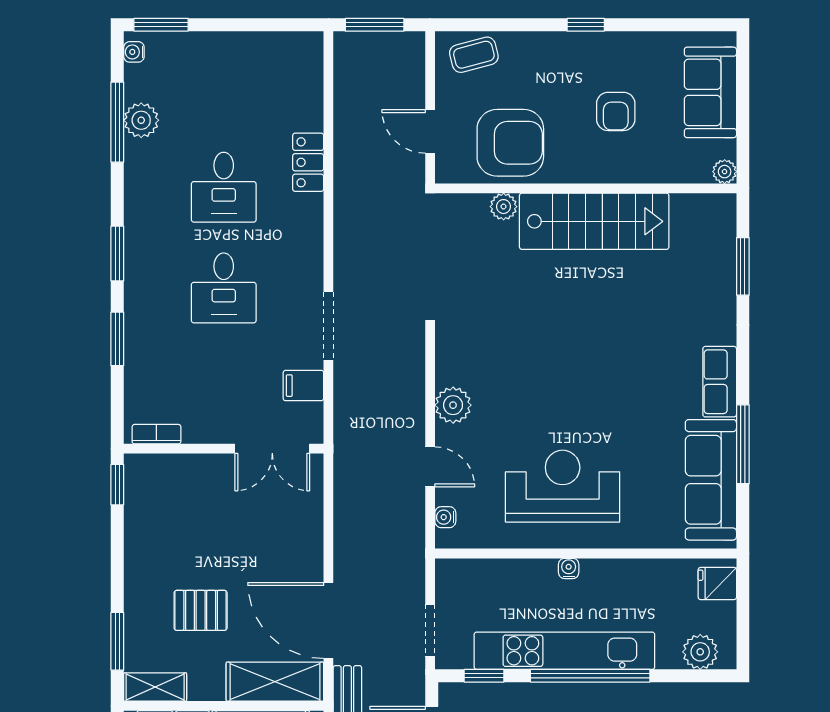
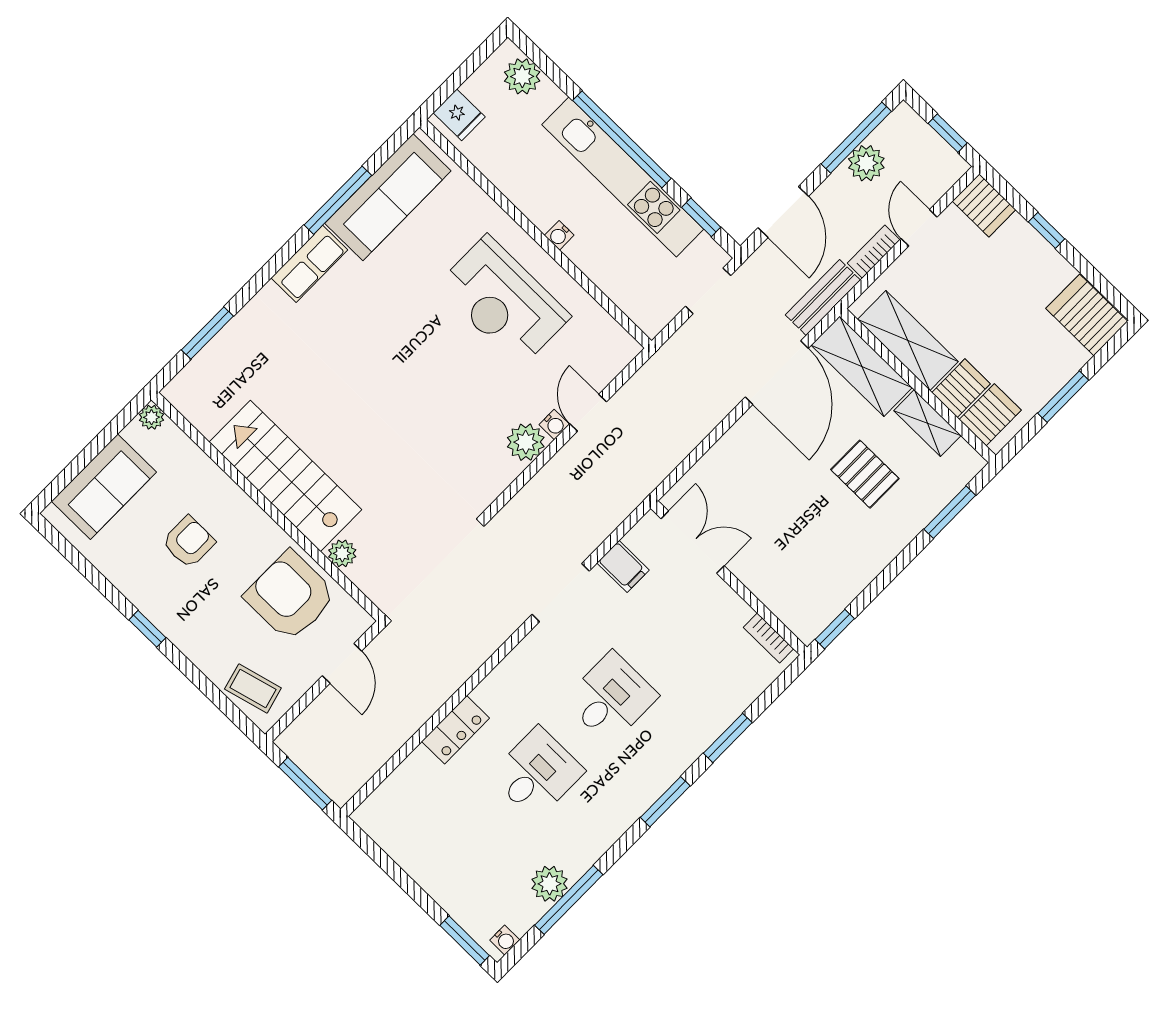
water cooler: (445, 517) -> (554, 424), moved
shelving: (155, 687) -> (927, 423), moved

